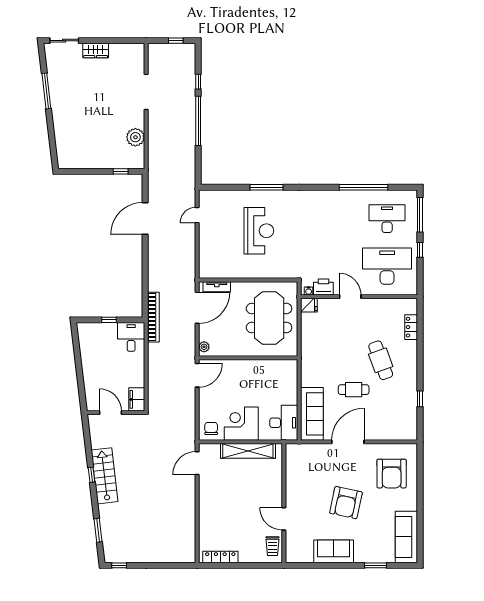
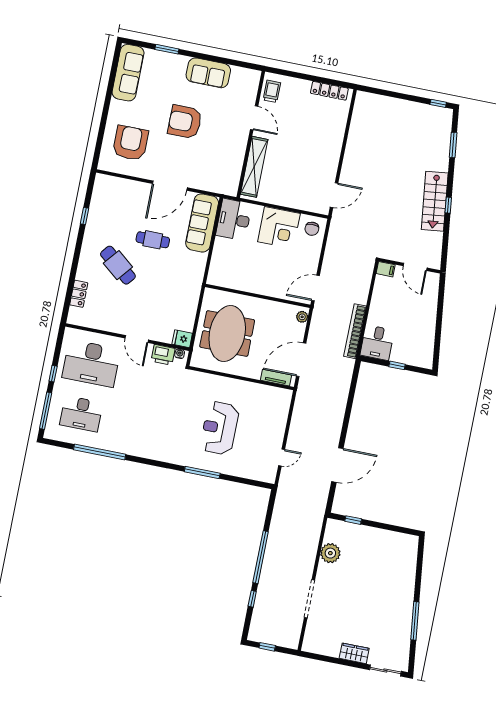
bookcase: (153, 317) -> (355, 331), moved
cafe table: (381, 360) -> (118, 265), turned -31
filing cabinet: (137, 399) -> (386, 269), width x0.50
shelving: (248, 451) -> (254, 167), moved, turned 90
armchair: (346, 503) -> (185, 122), turned -102

